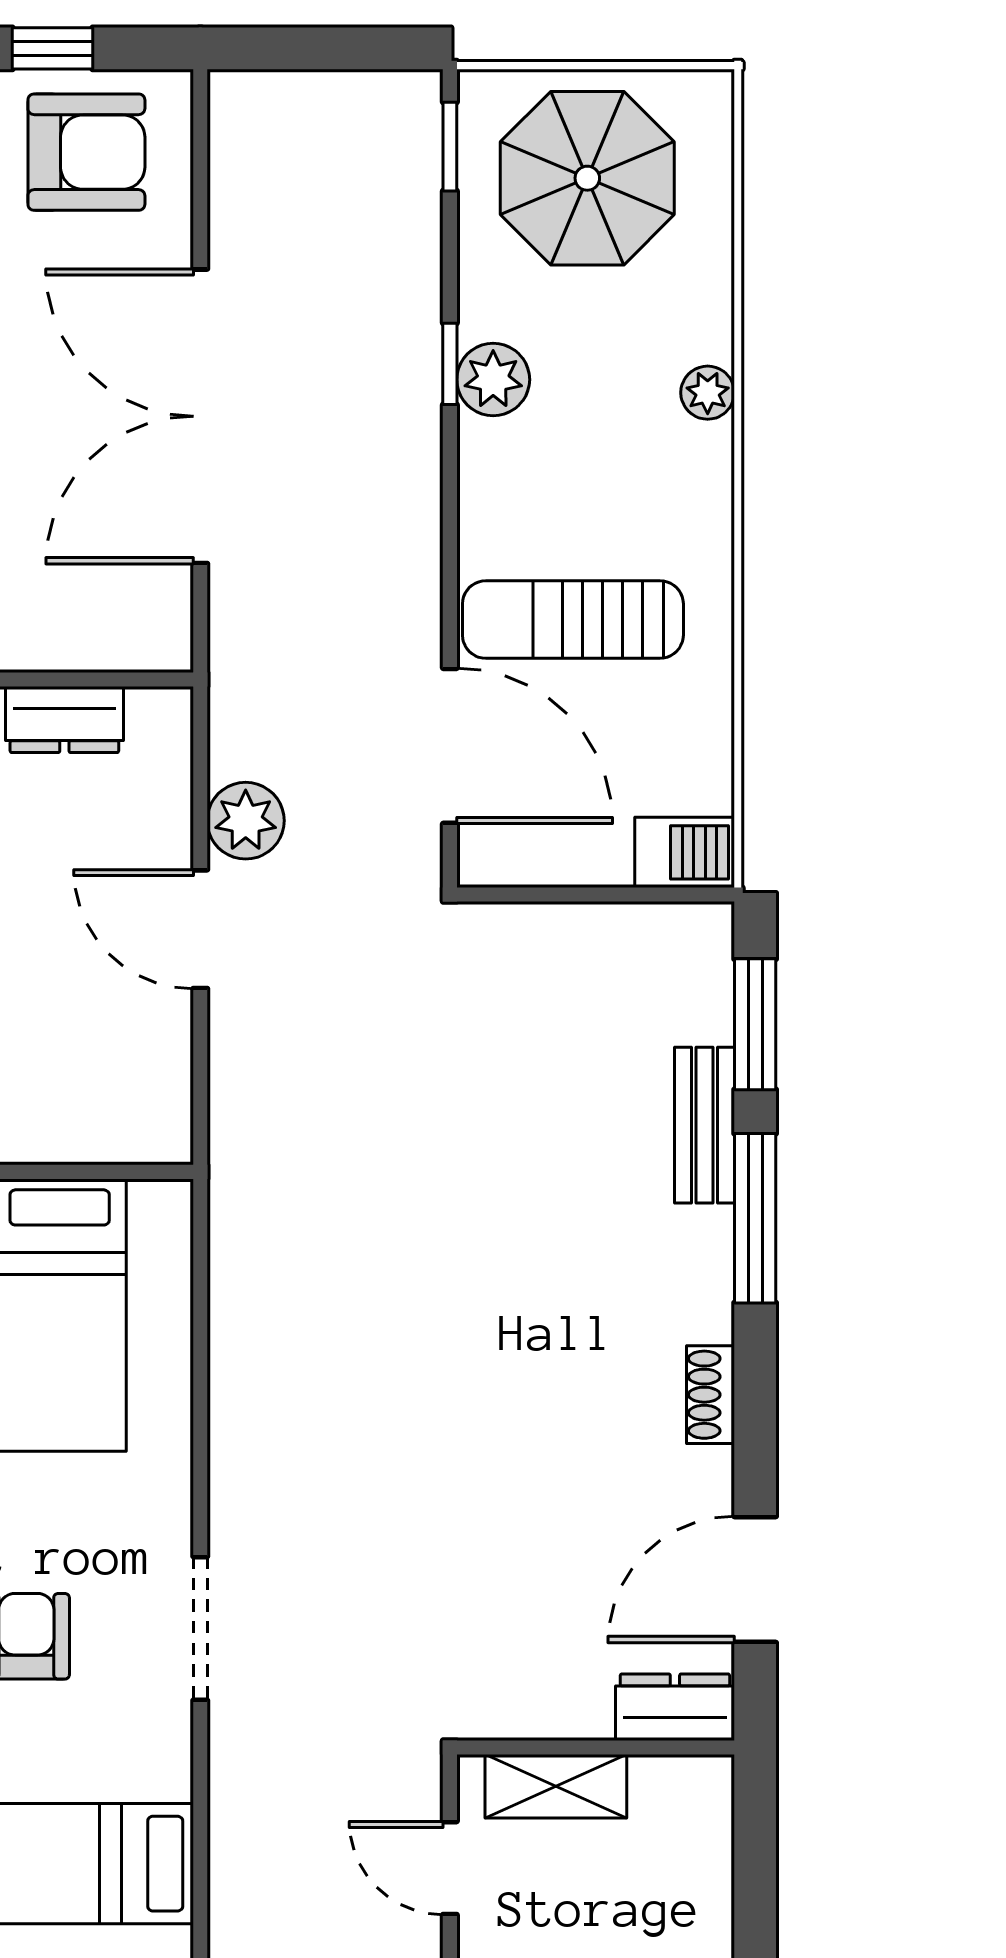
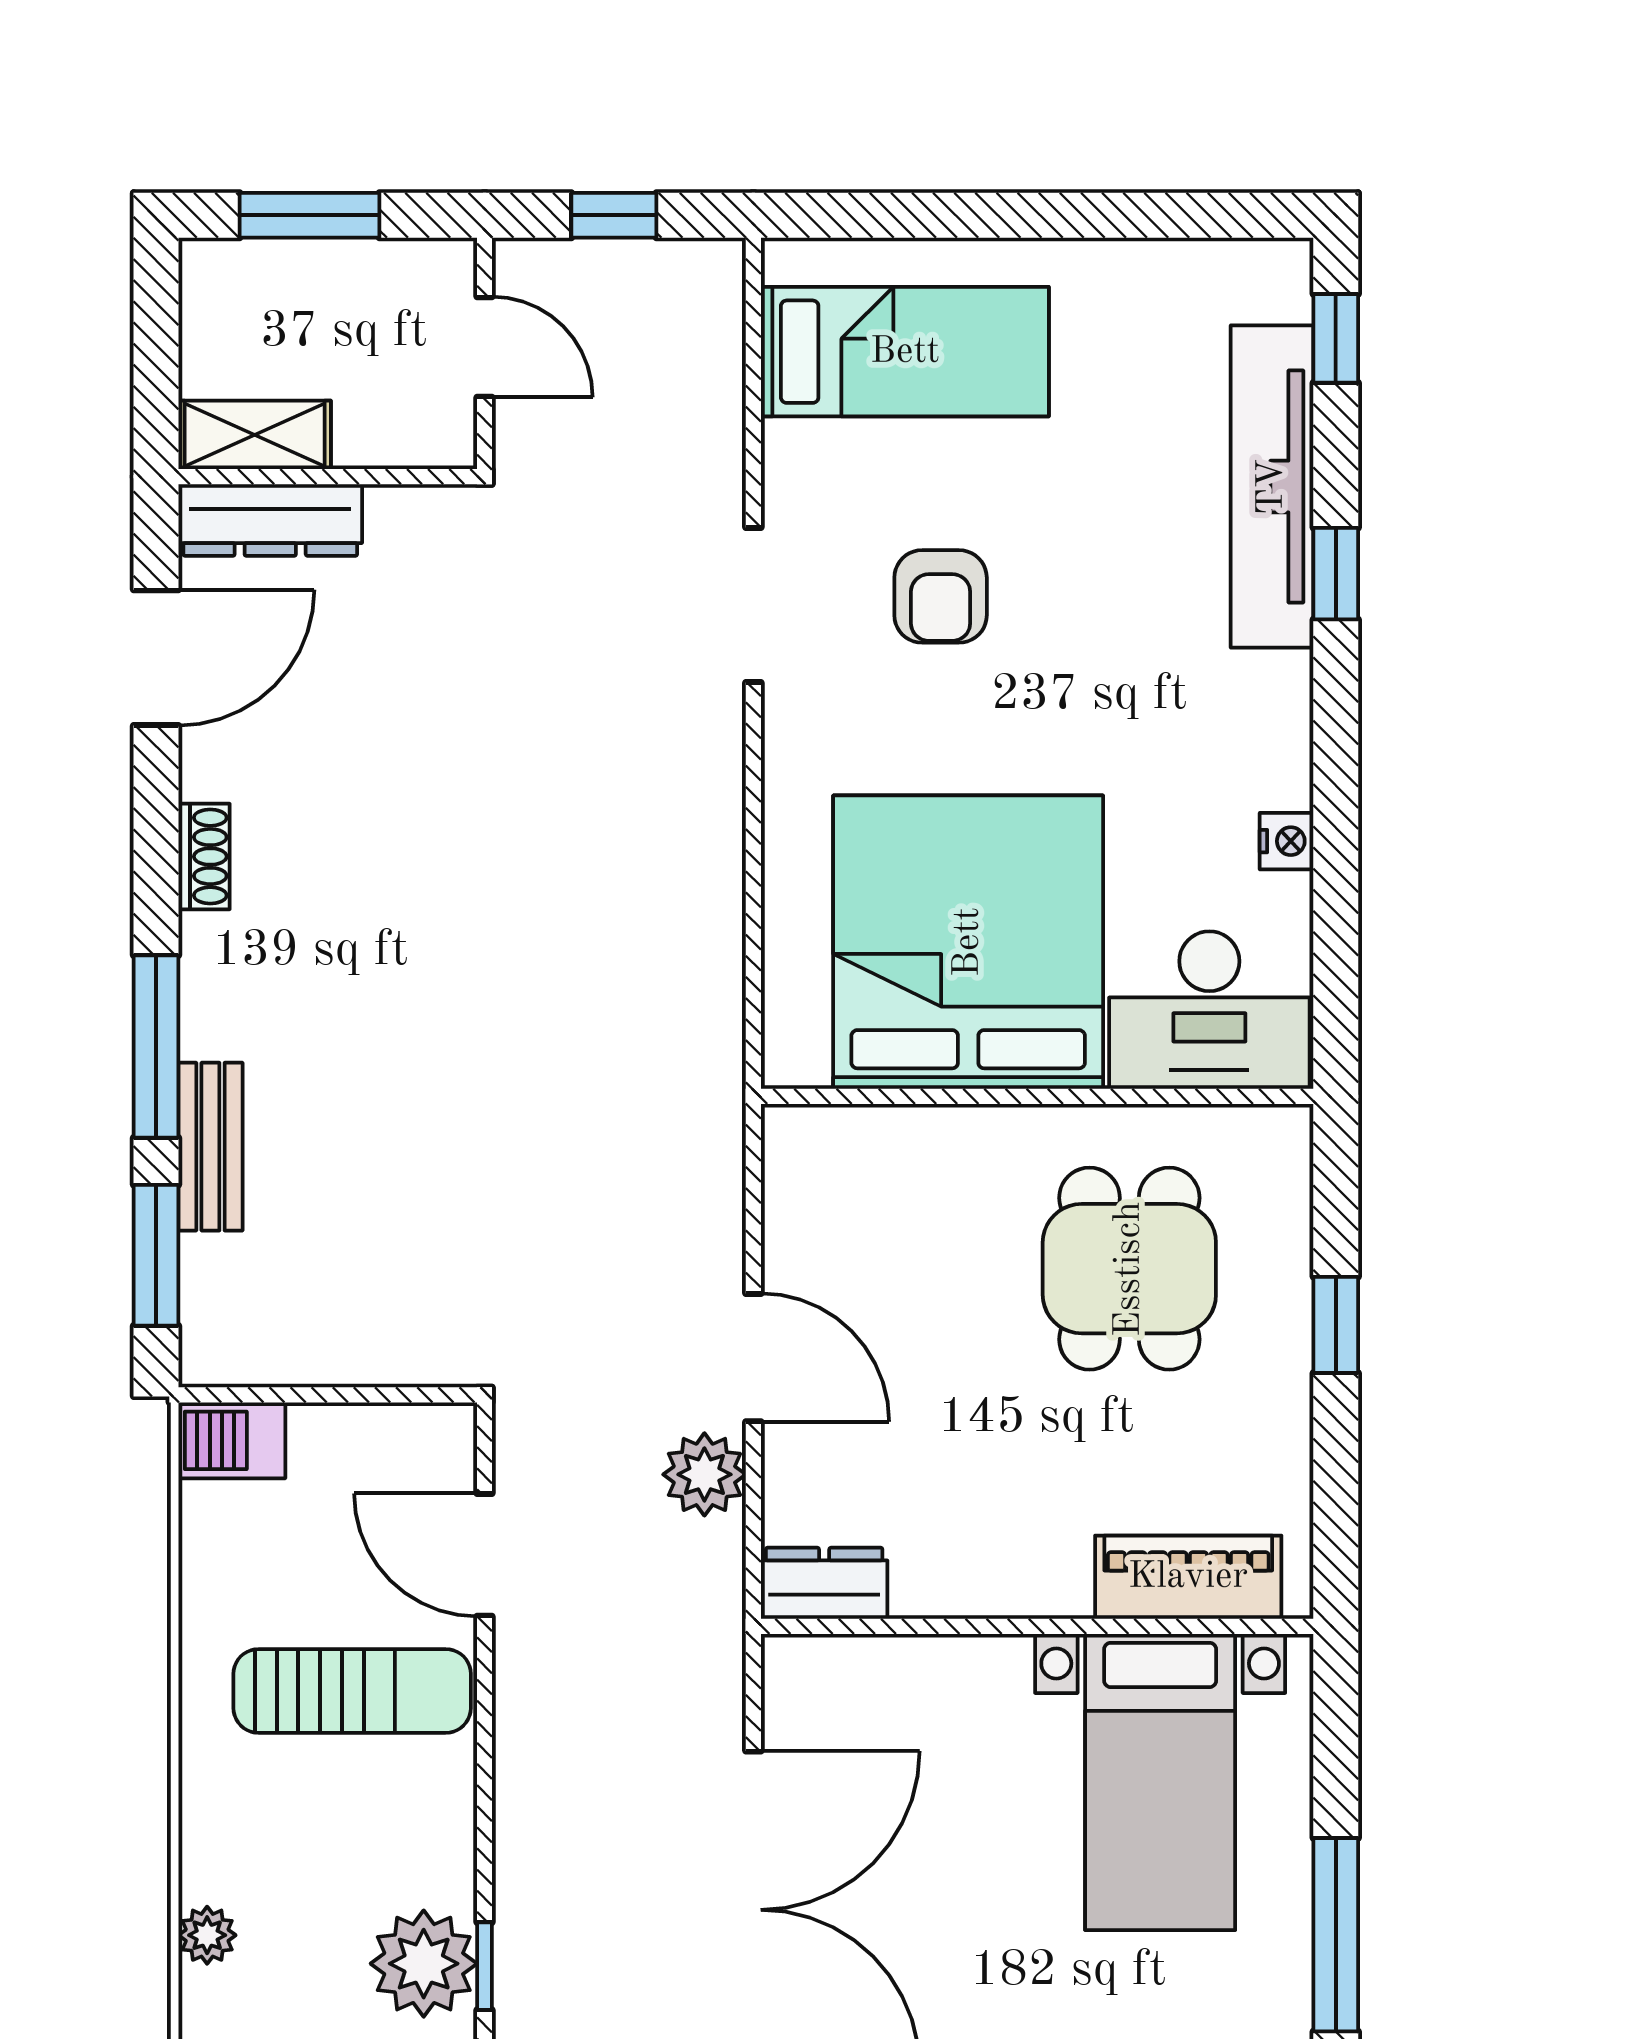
plant: (493, 380) -> (424, 1964), width x1.36, depth x1.36
dresser: (64, 720) -> (824, 1583), moved
door: (450, 746) -> (485, 1555), width x0.73
dresser: (675, 1707) -> (270, 520), width x1.44
shelving: (556, 1786) -> (255, 435), moved

